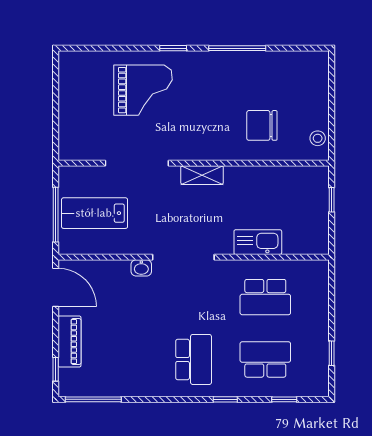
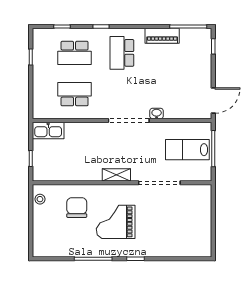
grand piano: (143, 90) -> (116, 222), moved
chair: (262, 125) -> (77, 208), turned -90
lab bench: (95, 213) -> (187, 150), turned 180
kitchen sink: (258, 242) -> (48, 130), moved
door: (56, 287) -> (213, 101), swing flipped
piano: (69, 342) -> (162, 36), moved, turned -90

